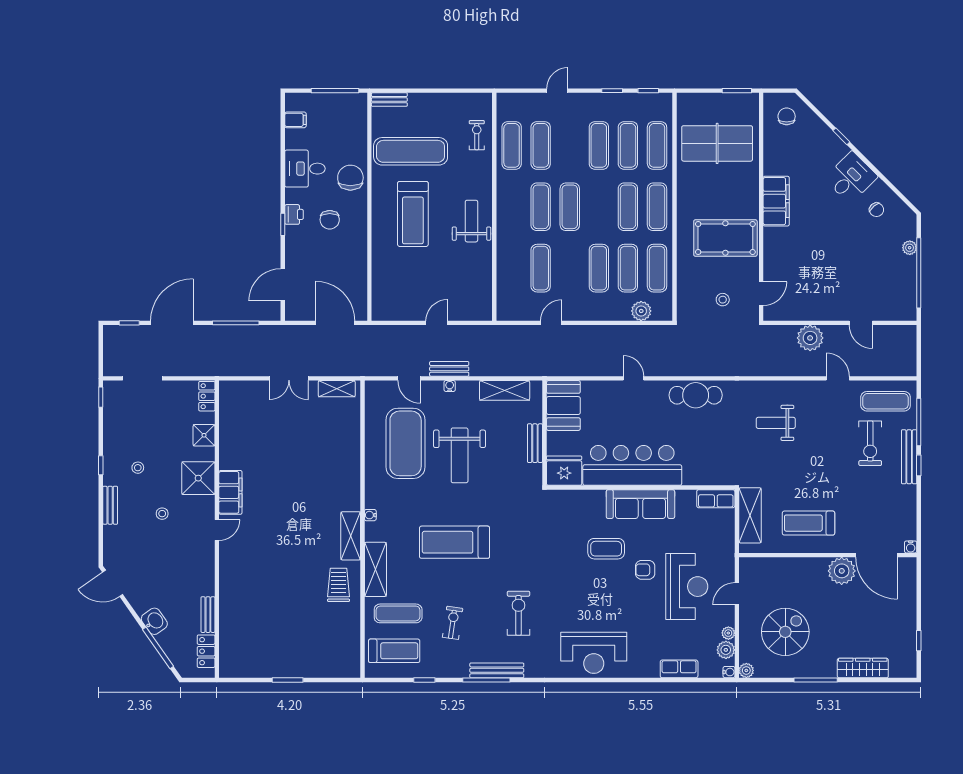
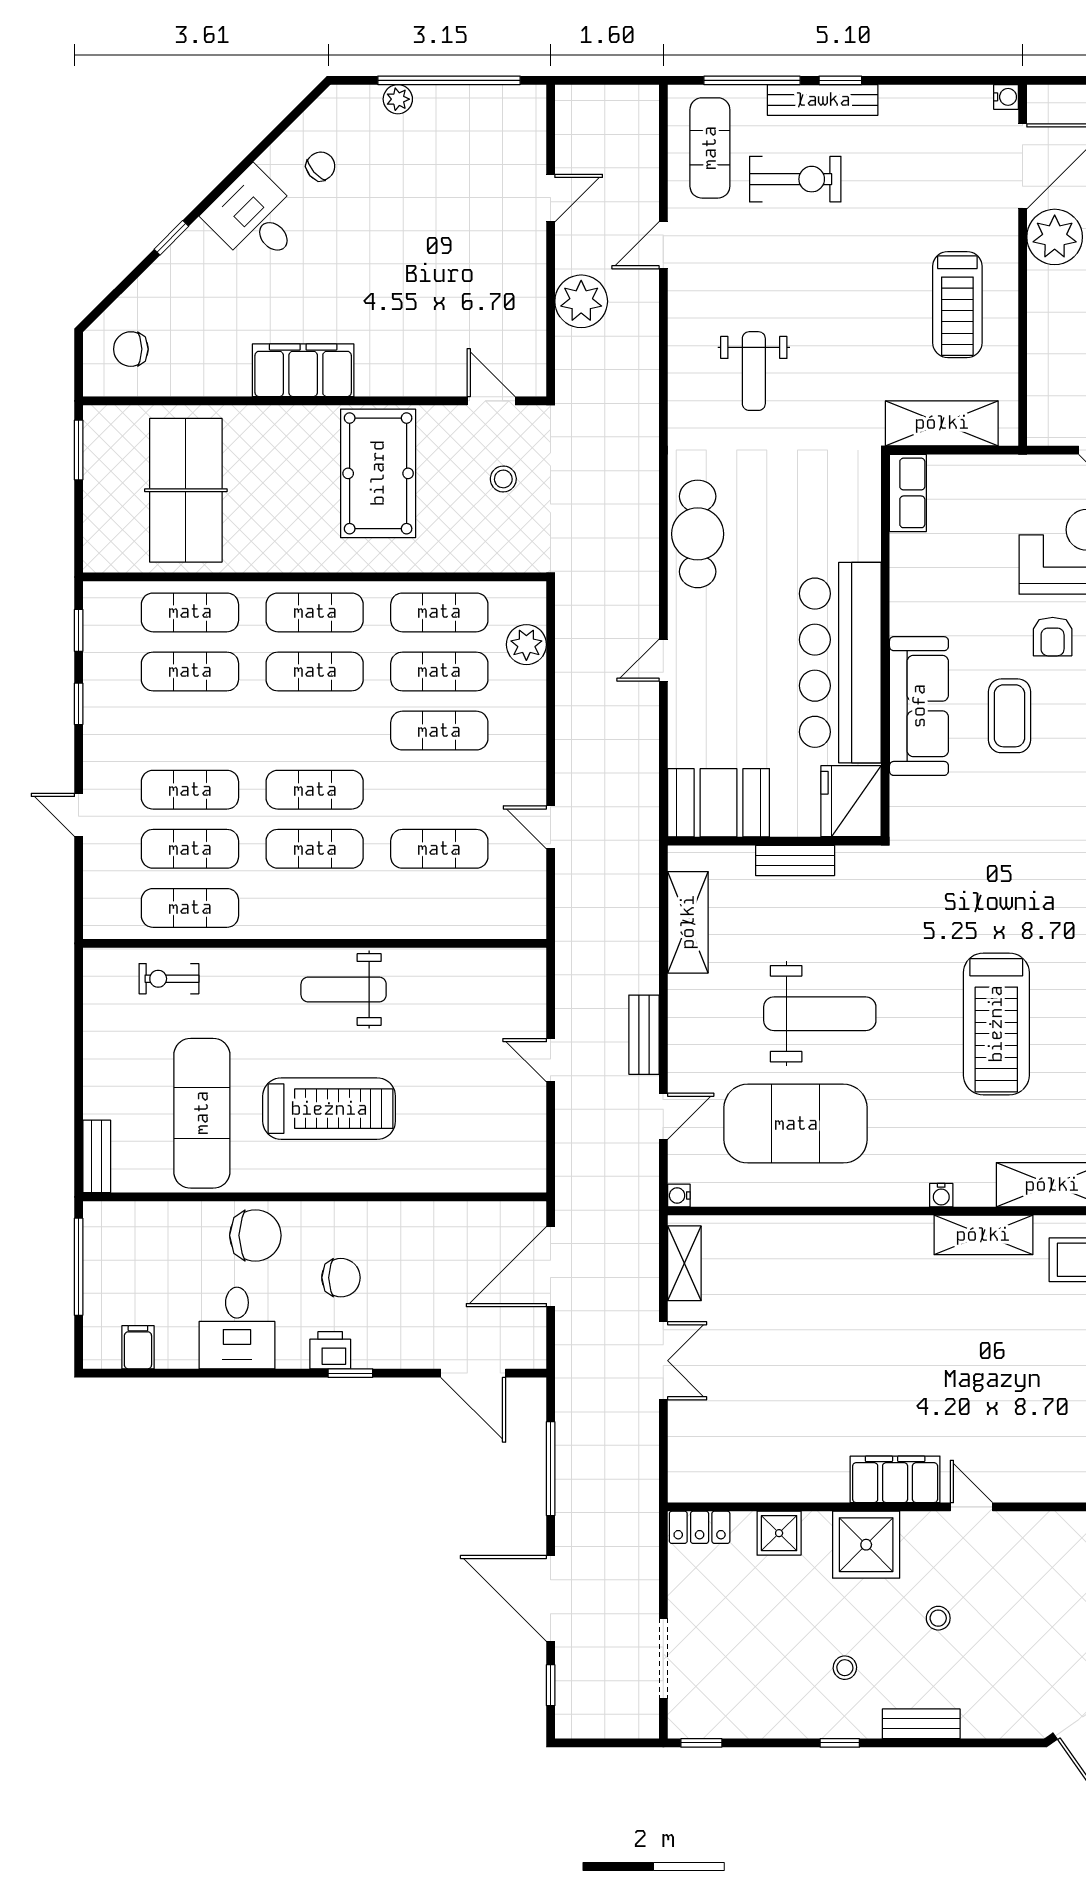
exercise mat: (599, 145) -> (190, 790), moved
chair: (350, 178) -> (255, 1235), turned 180
water cooler: (450, 386) -> (679, 1195), moved
sofa: (640, 504) -> (919, 706), moved

